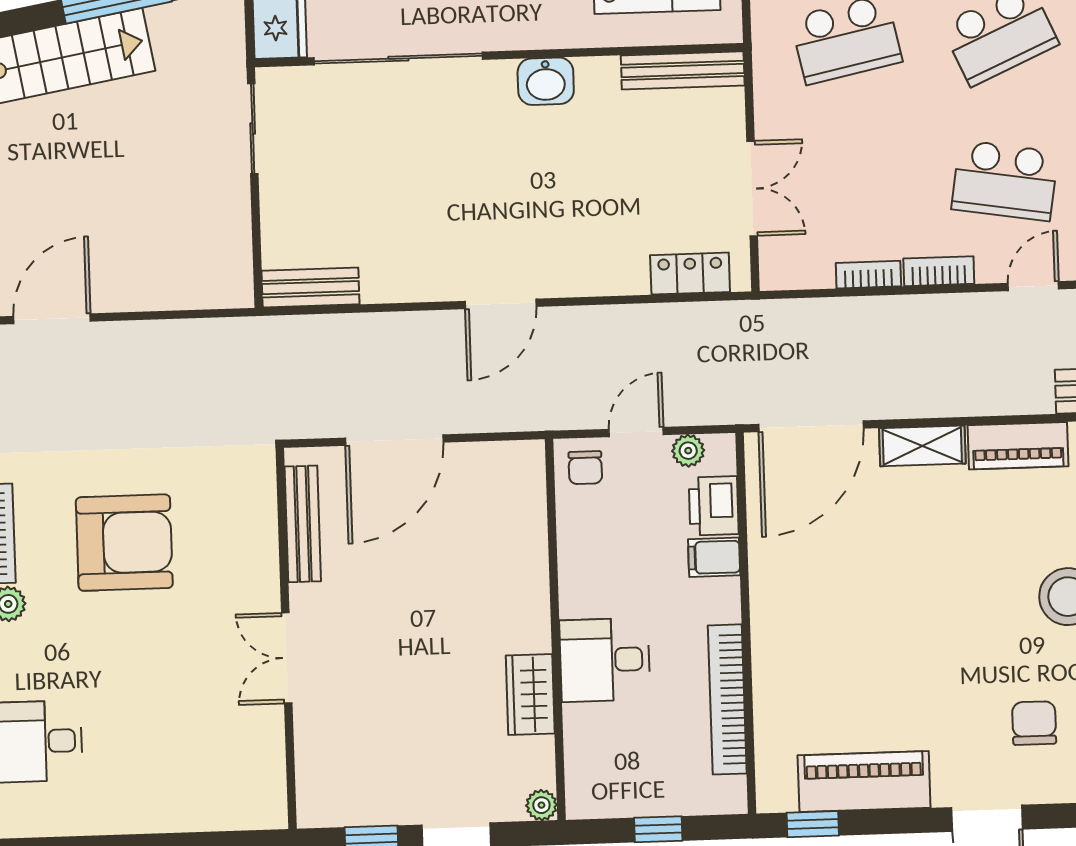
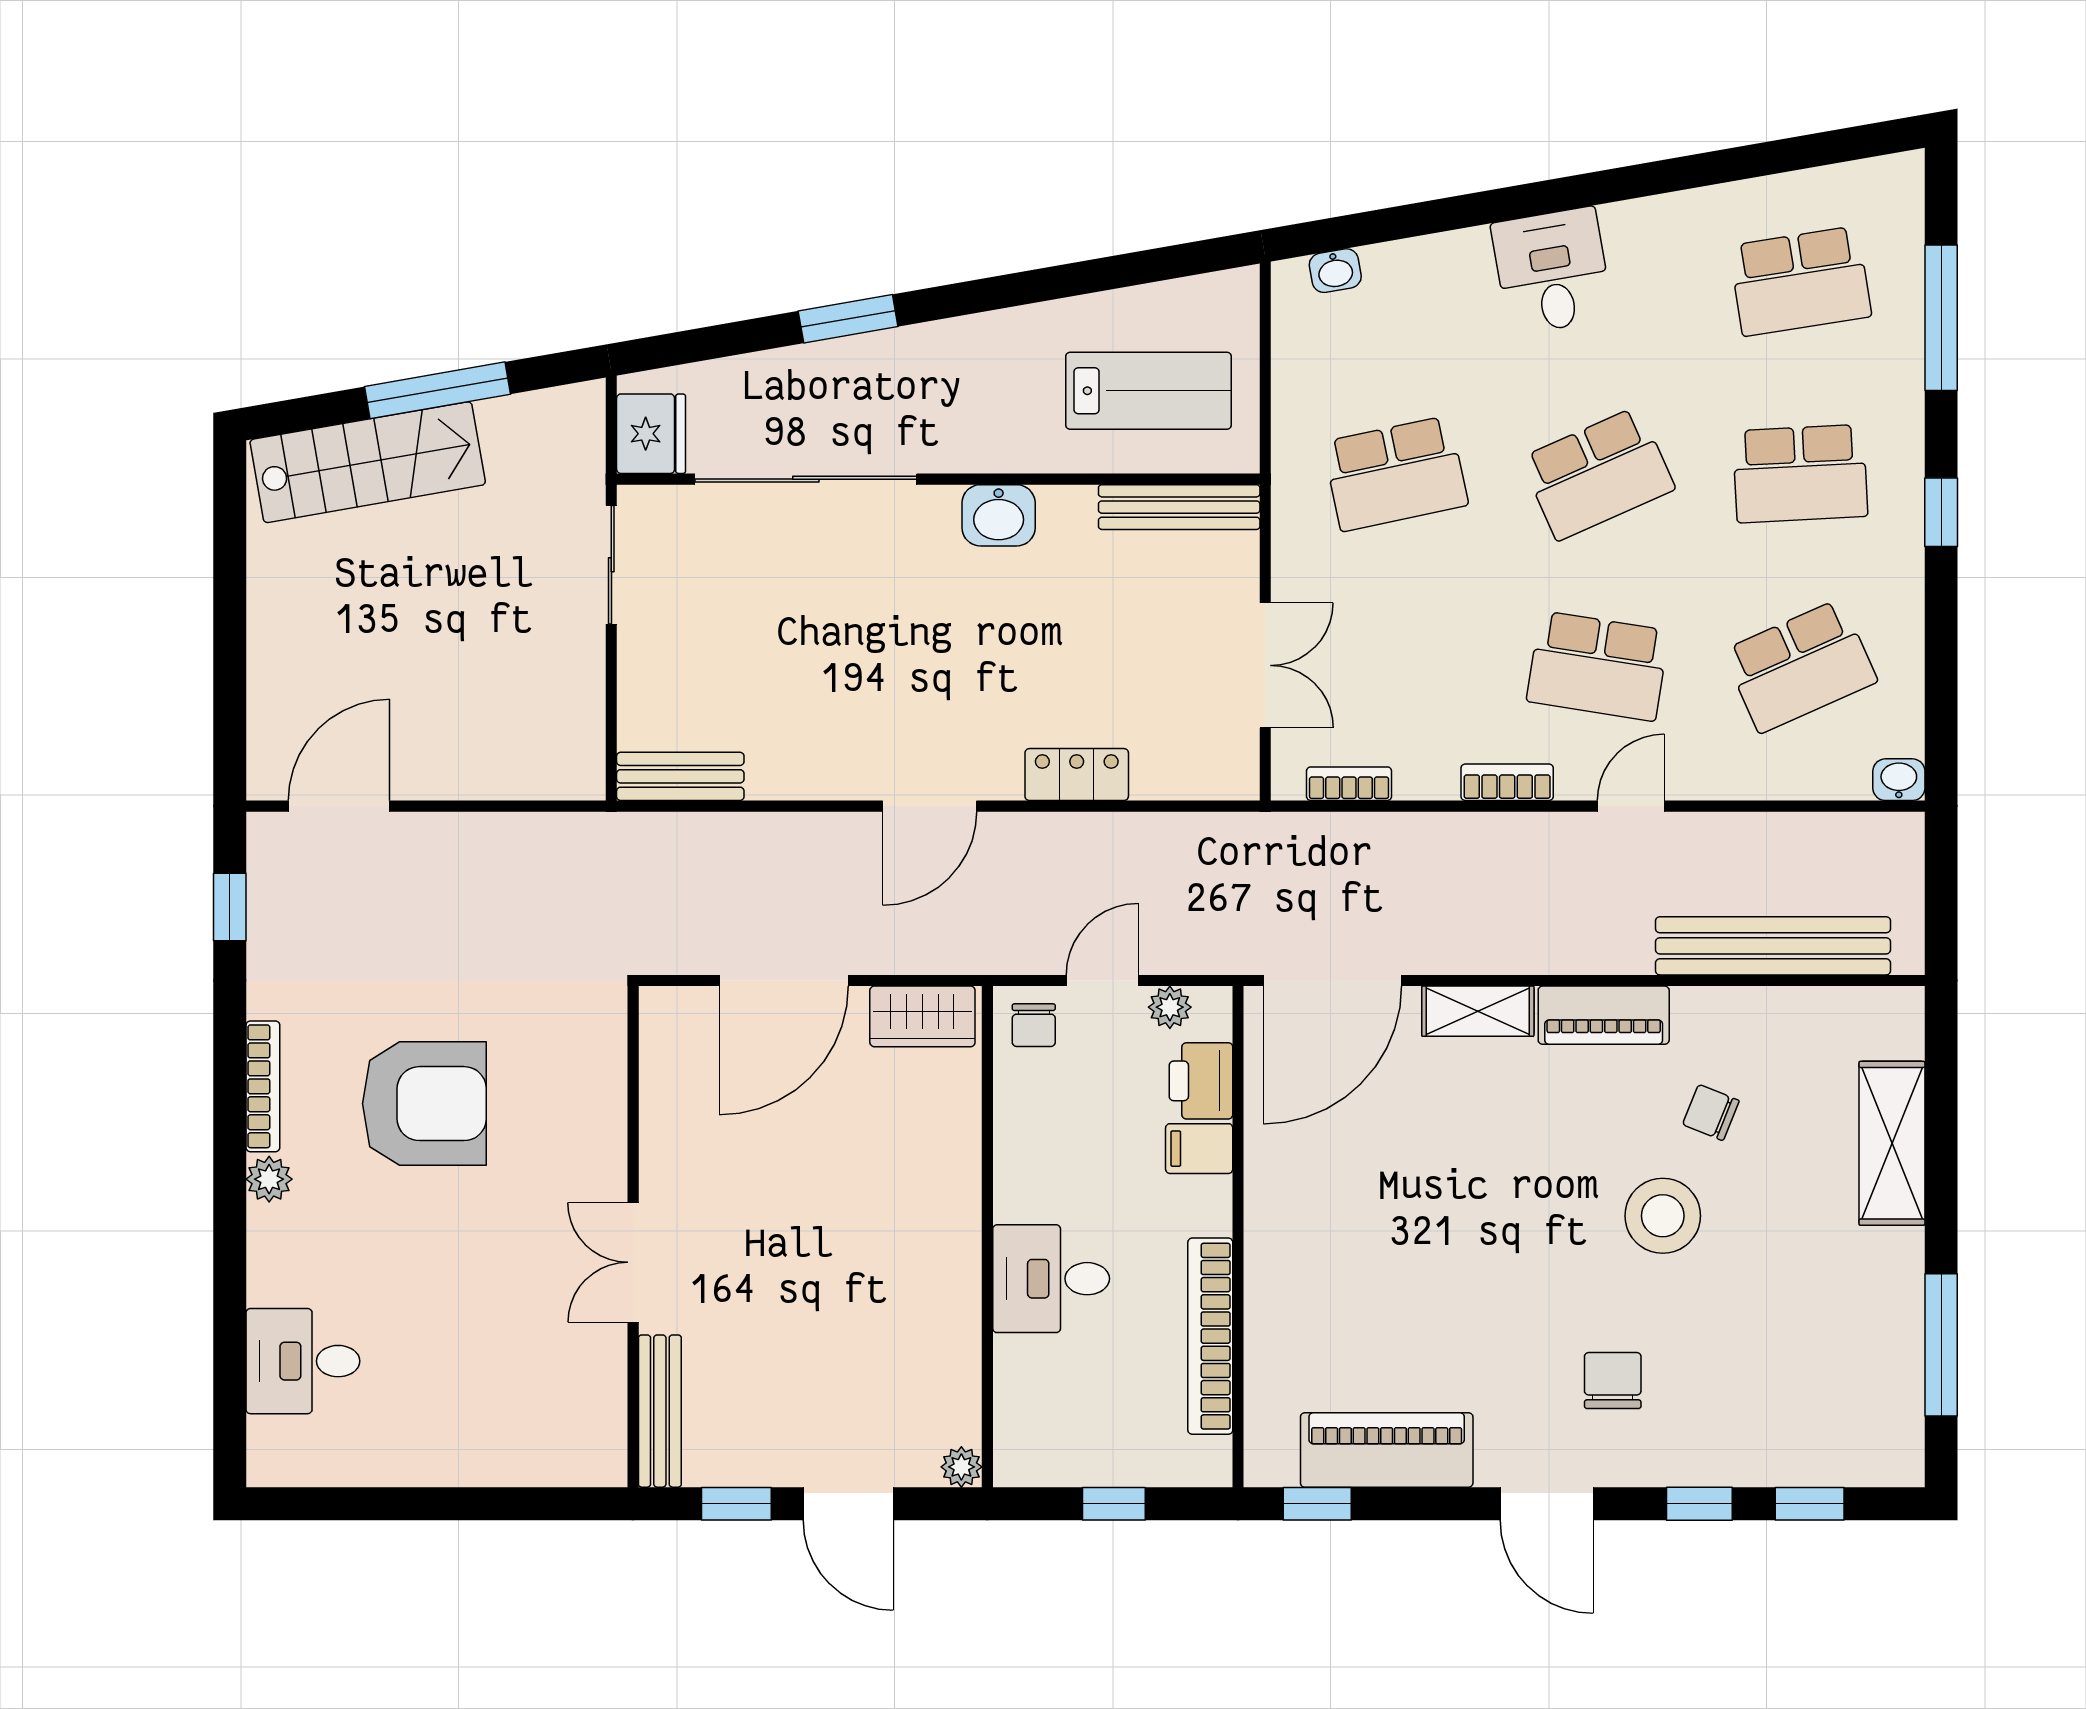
locker: (690, 274) -> (1077, 775), moved
bookcase: (868, 275) -> (1349, 784), moved
bench: (303, 524) -> (660, 1411), moved
wardrobe: (530, 694) -> (922, 1016), moved, turned -90

